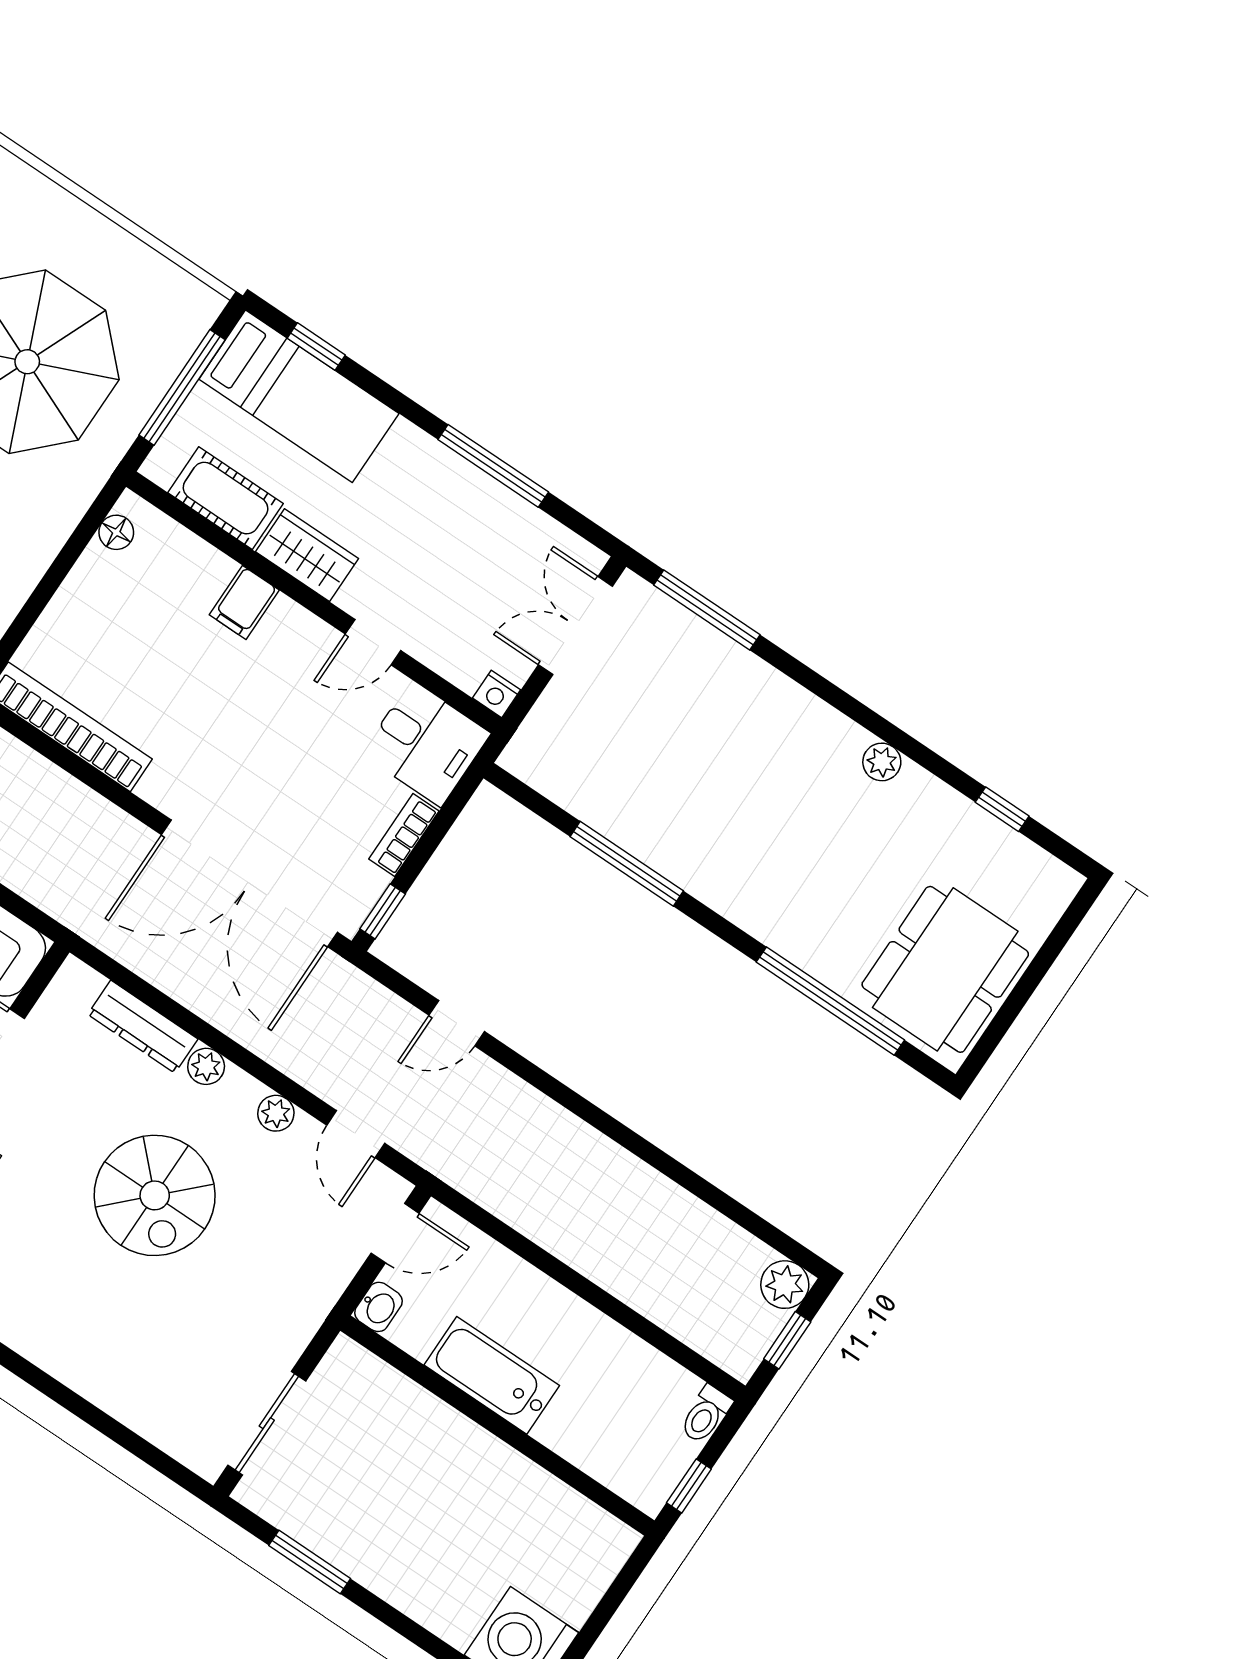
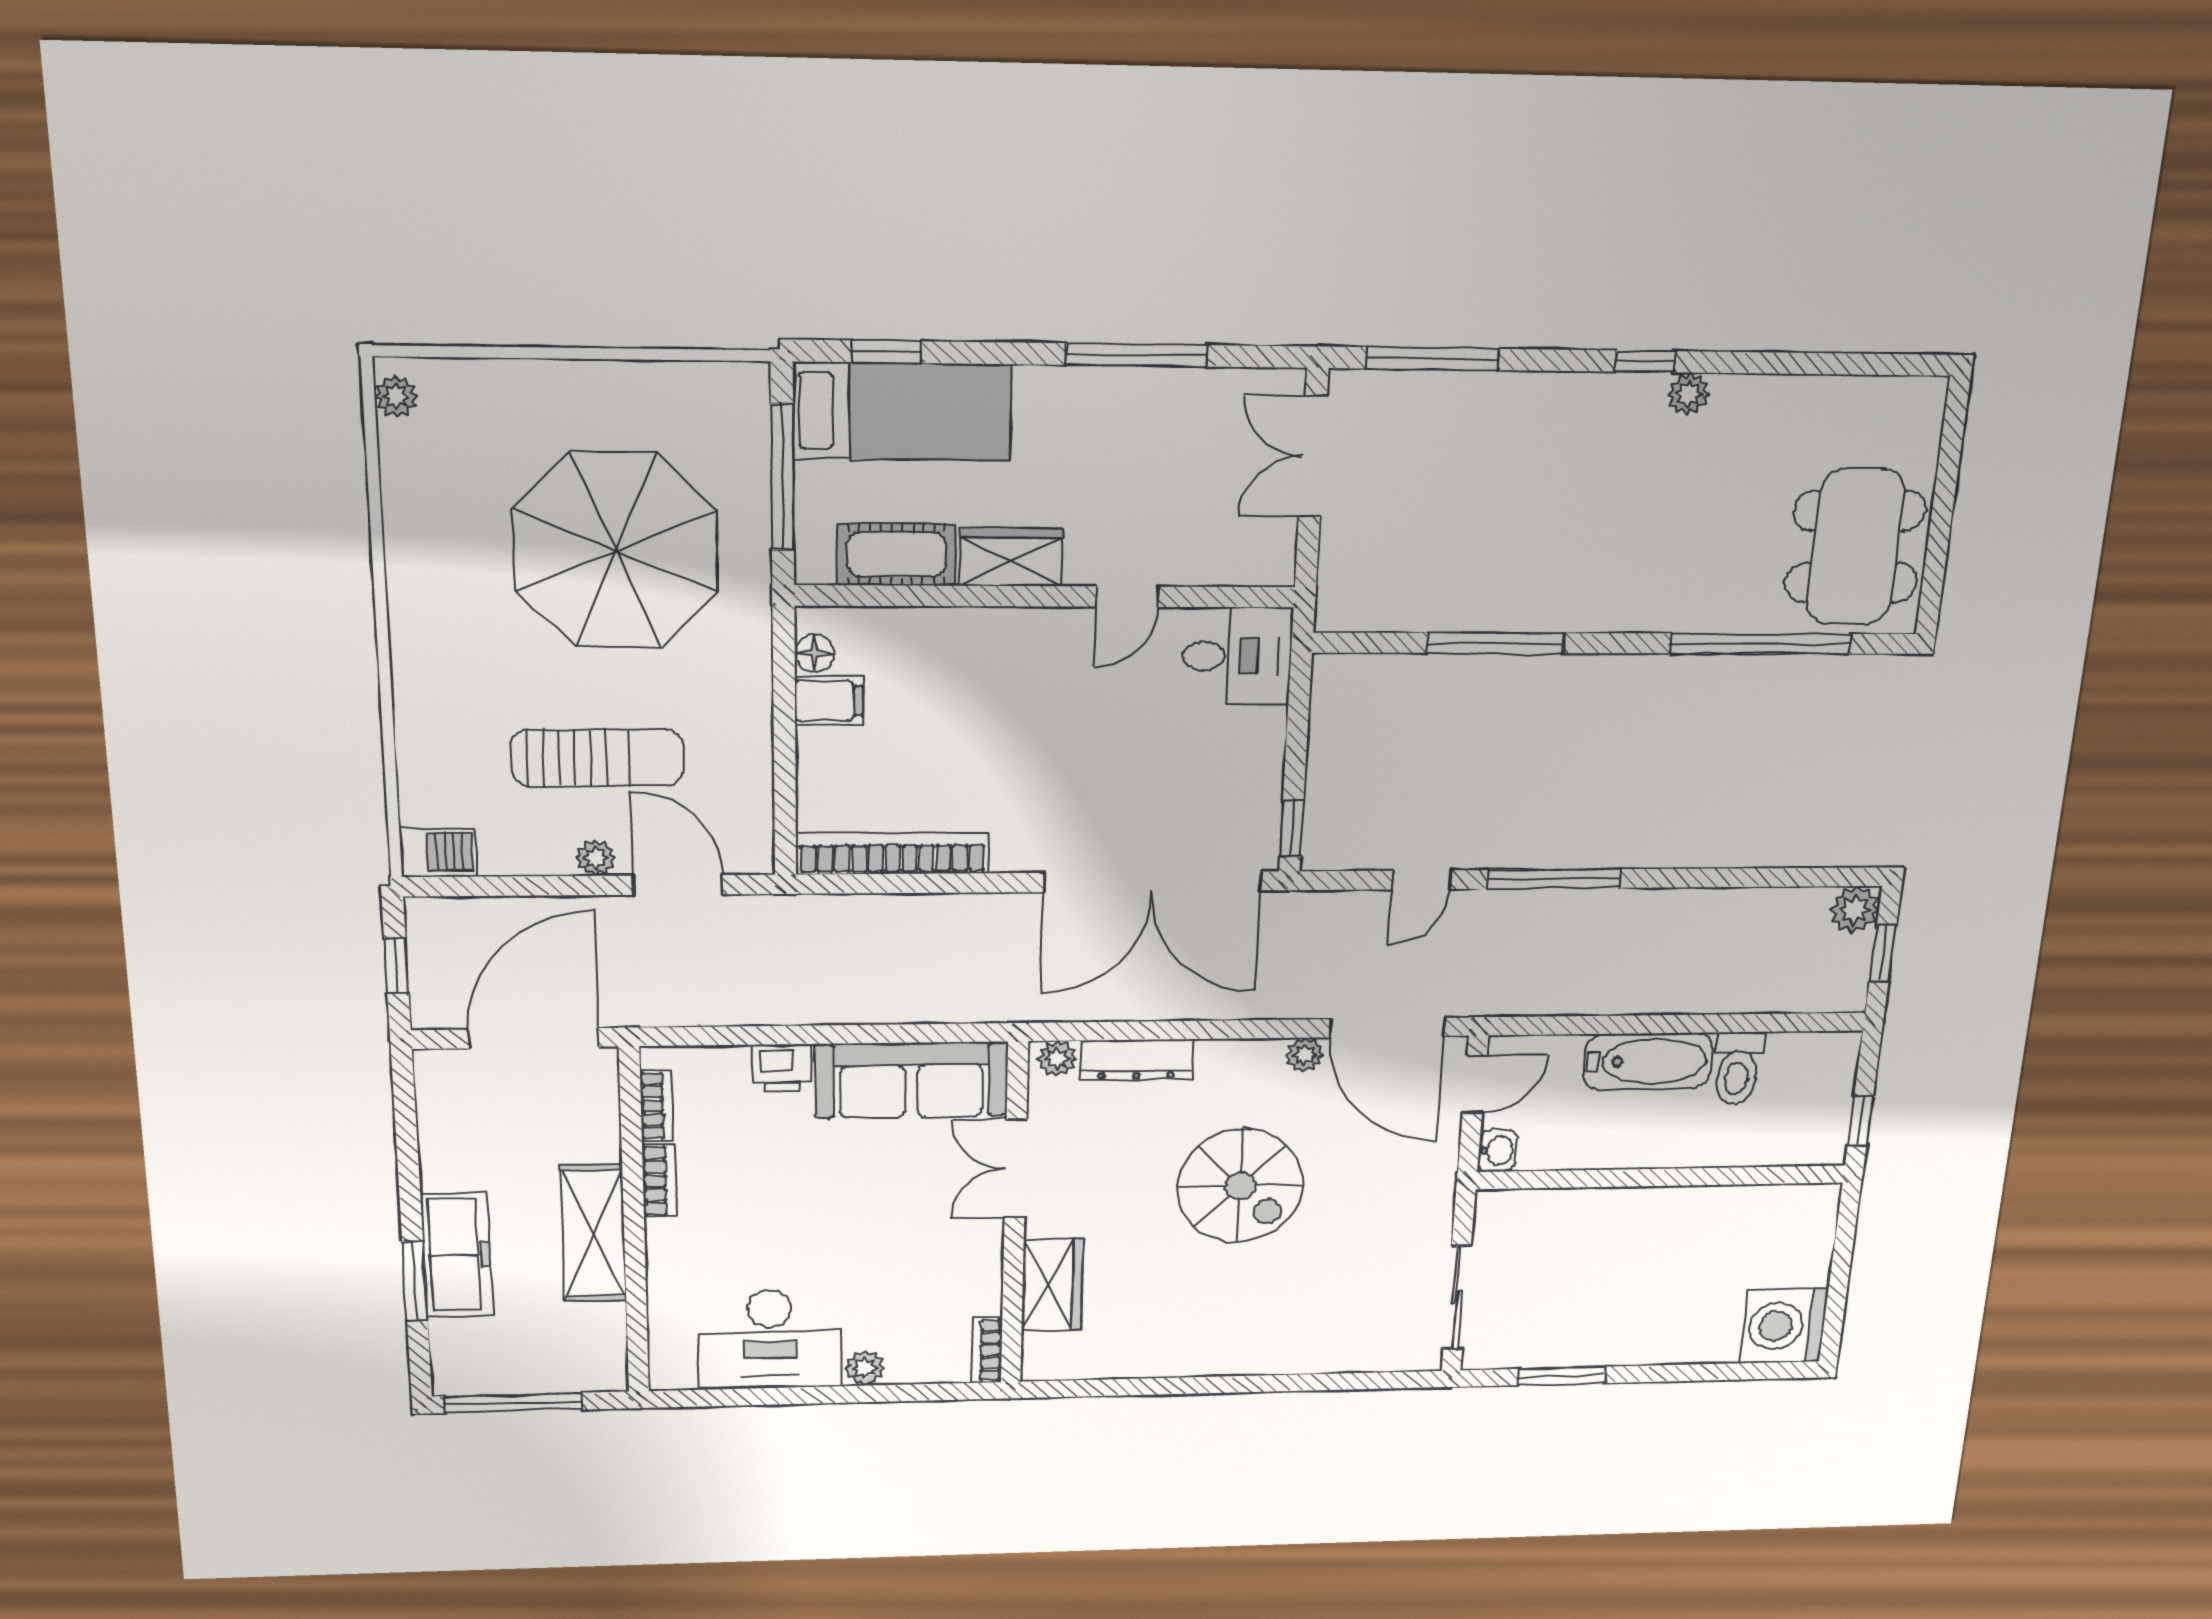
filing cabinet: (244, 602) -> (829, 701), moved, turned -90
nightstand: (497, 694) -> (1276, 568), removed
window: (1002, 809) -> (1645, 361), moved
bookcase: (404, 835) -> (1269, 750), removed
plant: (206, 1066) -> (1057, 1059), moved
window: (560, 1093) -> (1554, 879), added
door: (356, 1134) -> (1388, 1028), width x1.87
bathtub: (492, 1375) -> (1648, 1061), moved, turned 180
toilet: (706, 1414) -> (1737, 1068), moved, width x1.37, depth x1.39

